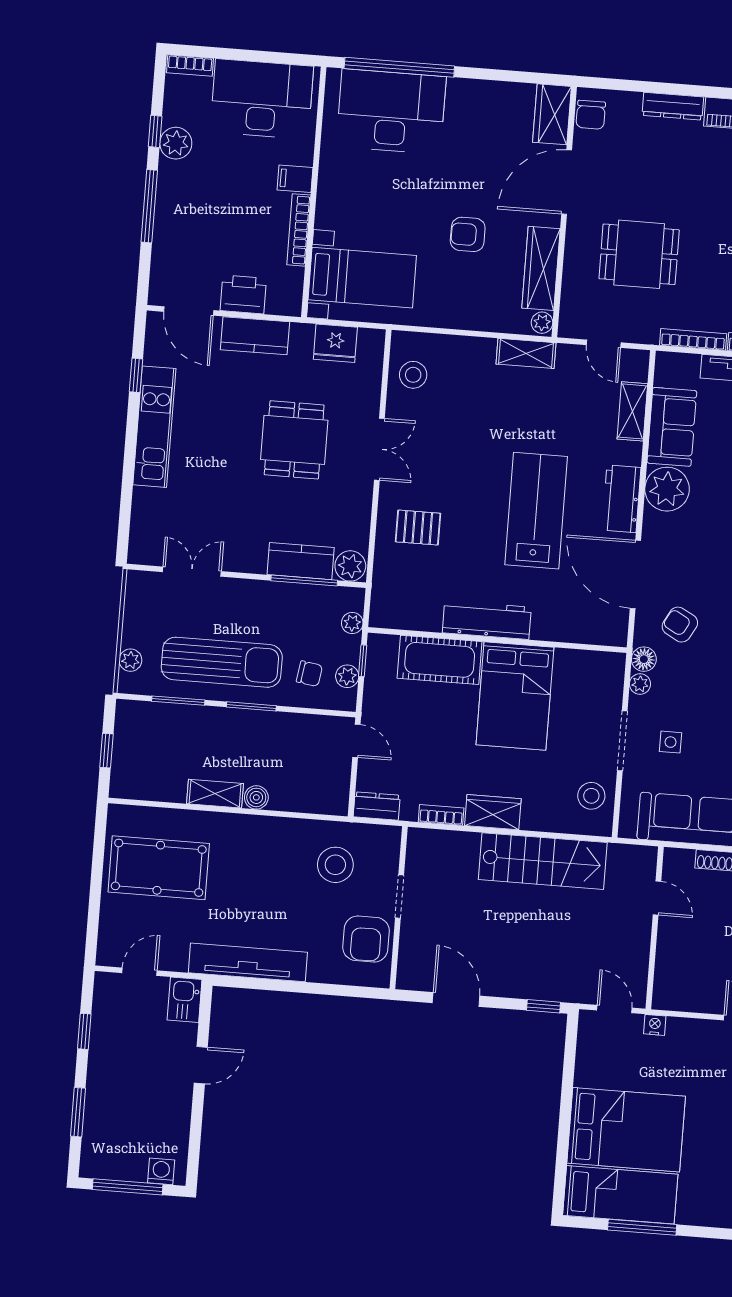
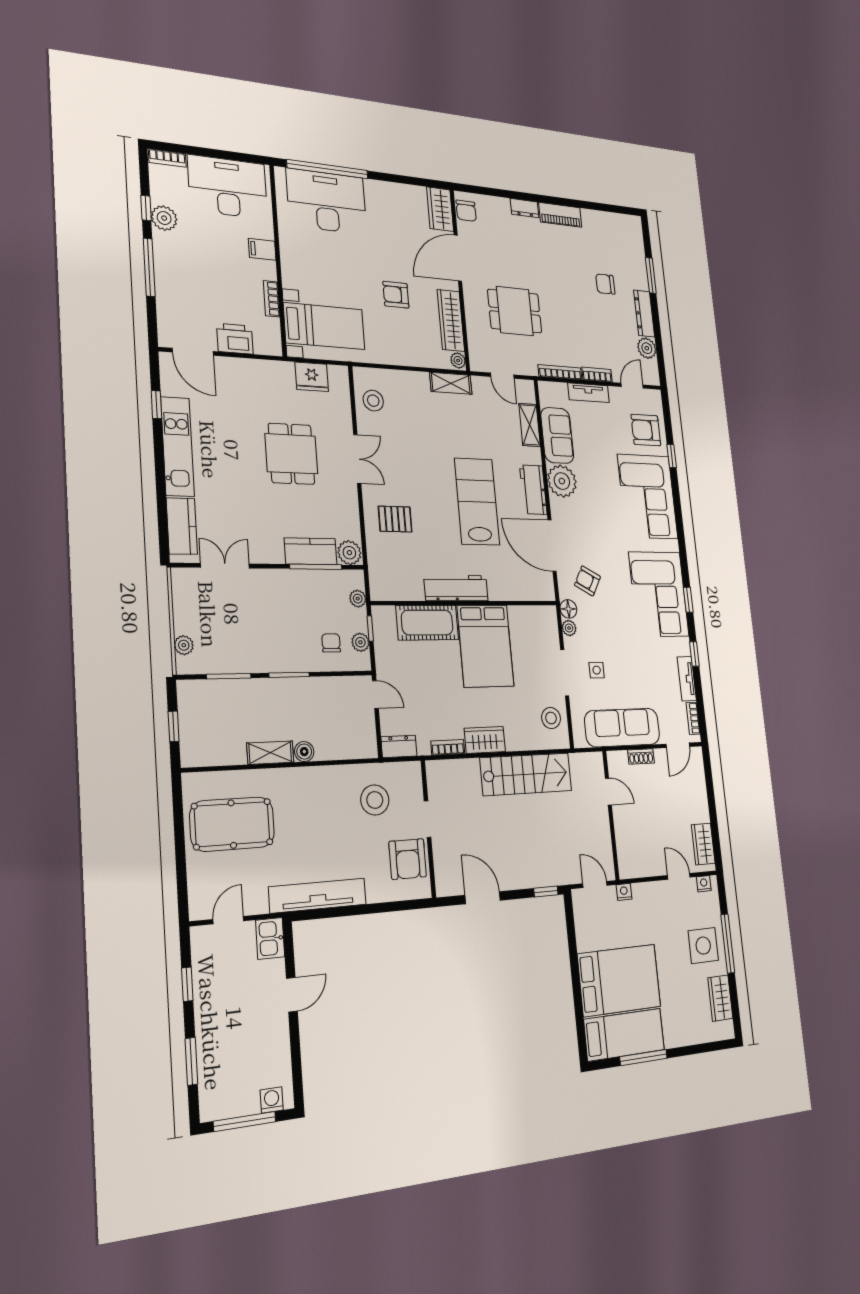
dresser: (673, 106) -> (525, 208), width x0.70
bookcase: (299, 230) -> (272, 299), width x0.64
kitchen counter: (255, 336) -> (182, 526), moved, turned -90
sun lounger: (222, 662) -> (260, 640), removed
chair: (309, 674) -> (331, 643), turned -99

